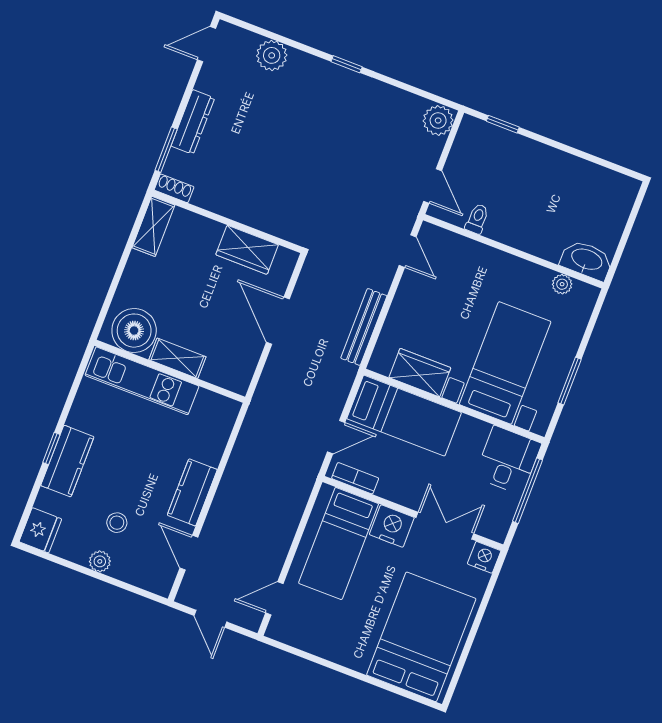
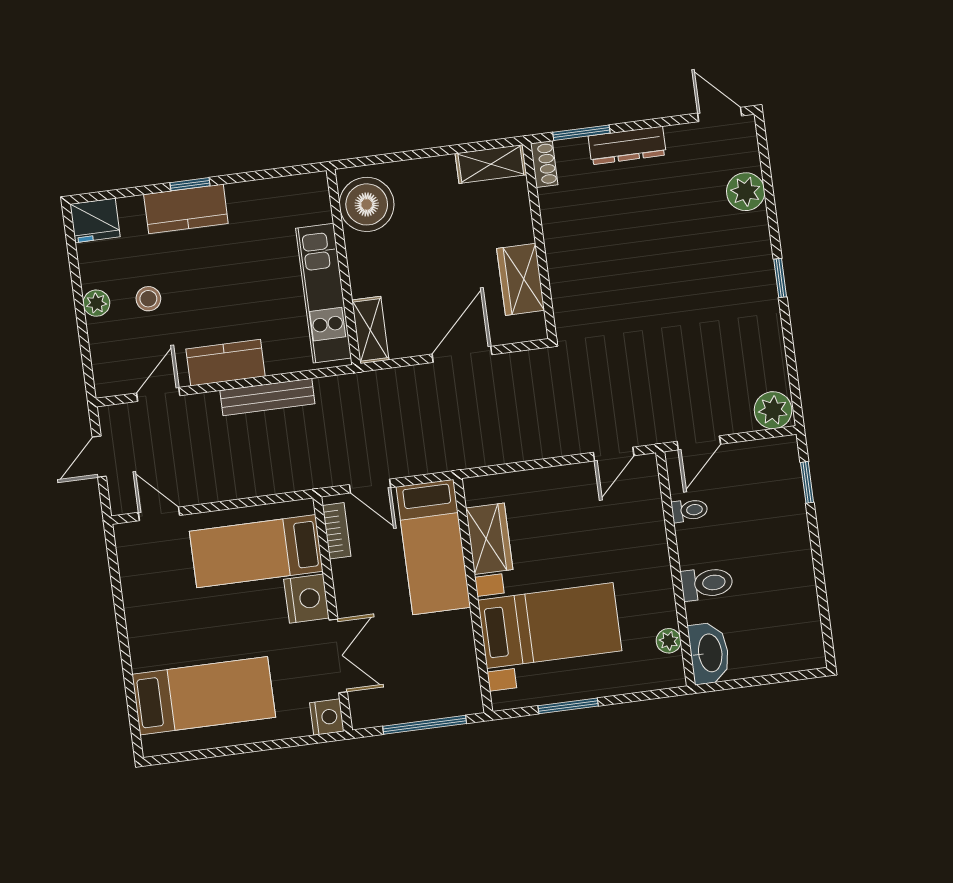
toilet: (536, 235) -> (707, 583), added
bench: (364, 327) -> (267, 397), moved
shelving: (177, 358) -> (370, 330), moved
kitchen unit: (142, 381) -> (324, 293), moved
desk: (508, 460) -> (446, 686), removed
bed: (421, 637) -> (204, 696), width x0.67

